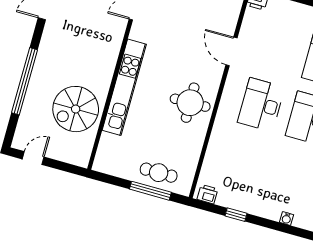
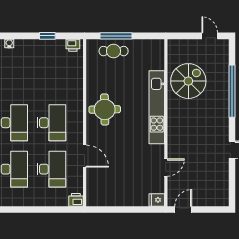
desk: (277, 47) -> (52, 169), added
door: (33, 158) -> (210, 36), swing flipped

